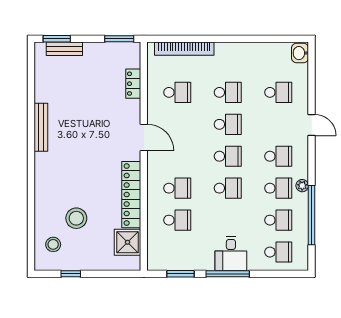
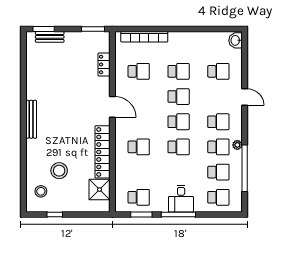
bench: (41, 127) -> (31, 119), moved
school desk: (177, 220) -> (139, 197), moved

